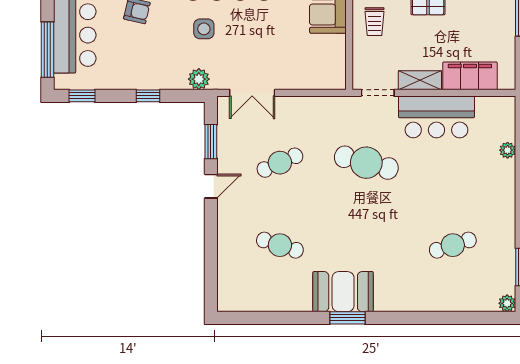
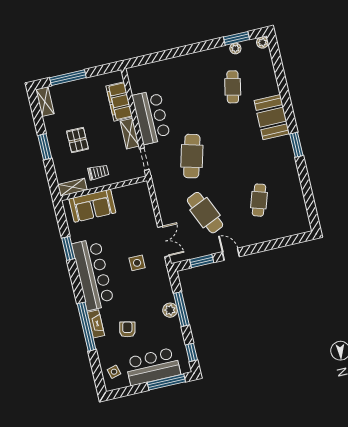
side table: (204, 29) -> (137, 263), moved
plant: (199, 79) -> (170, 310), moved
window: (148, 96) -> (181, 309), width x2.17
plant: (508, 150) -> (235, 48), moved
cafe table: (280, 163) -> (205, 213), width x1.37, depth x1.35
cafe table: (453, 245) -> (233, 87), turned 30
booth: (343, 292) -> (272, 117), moved

